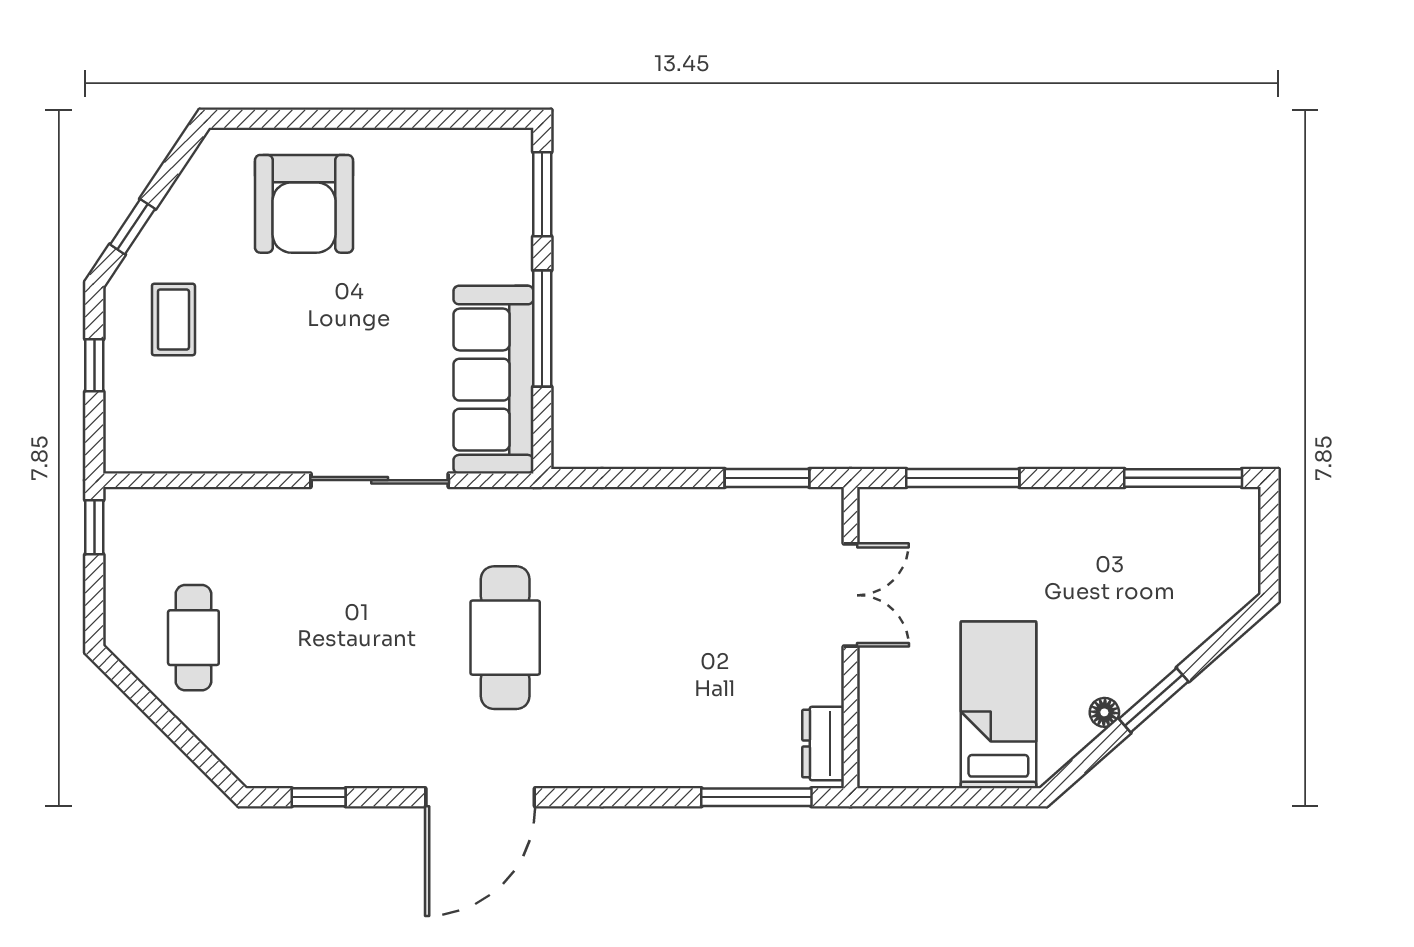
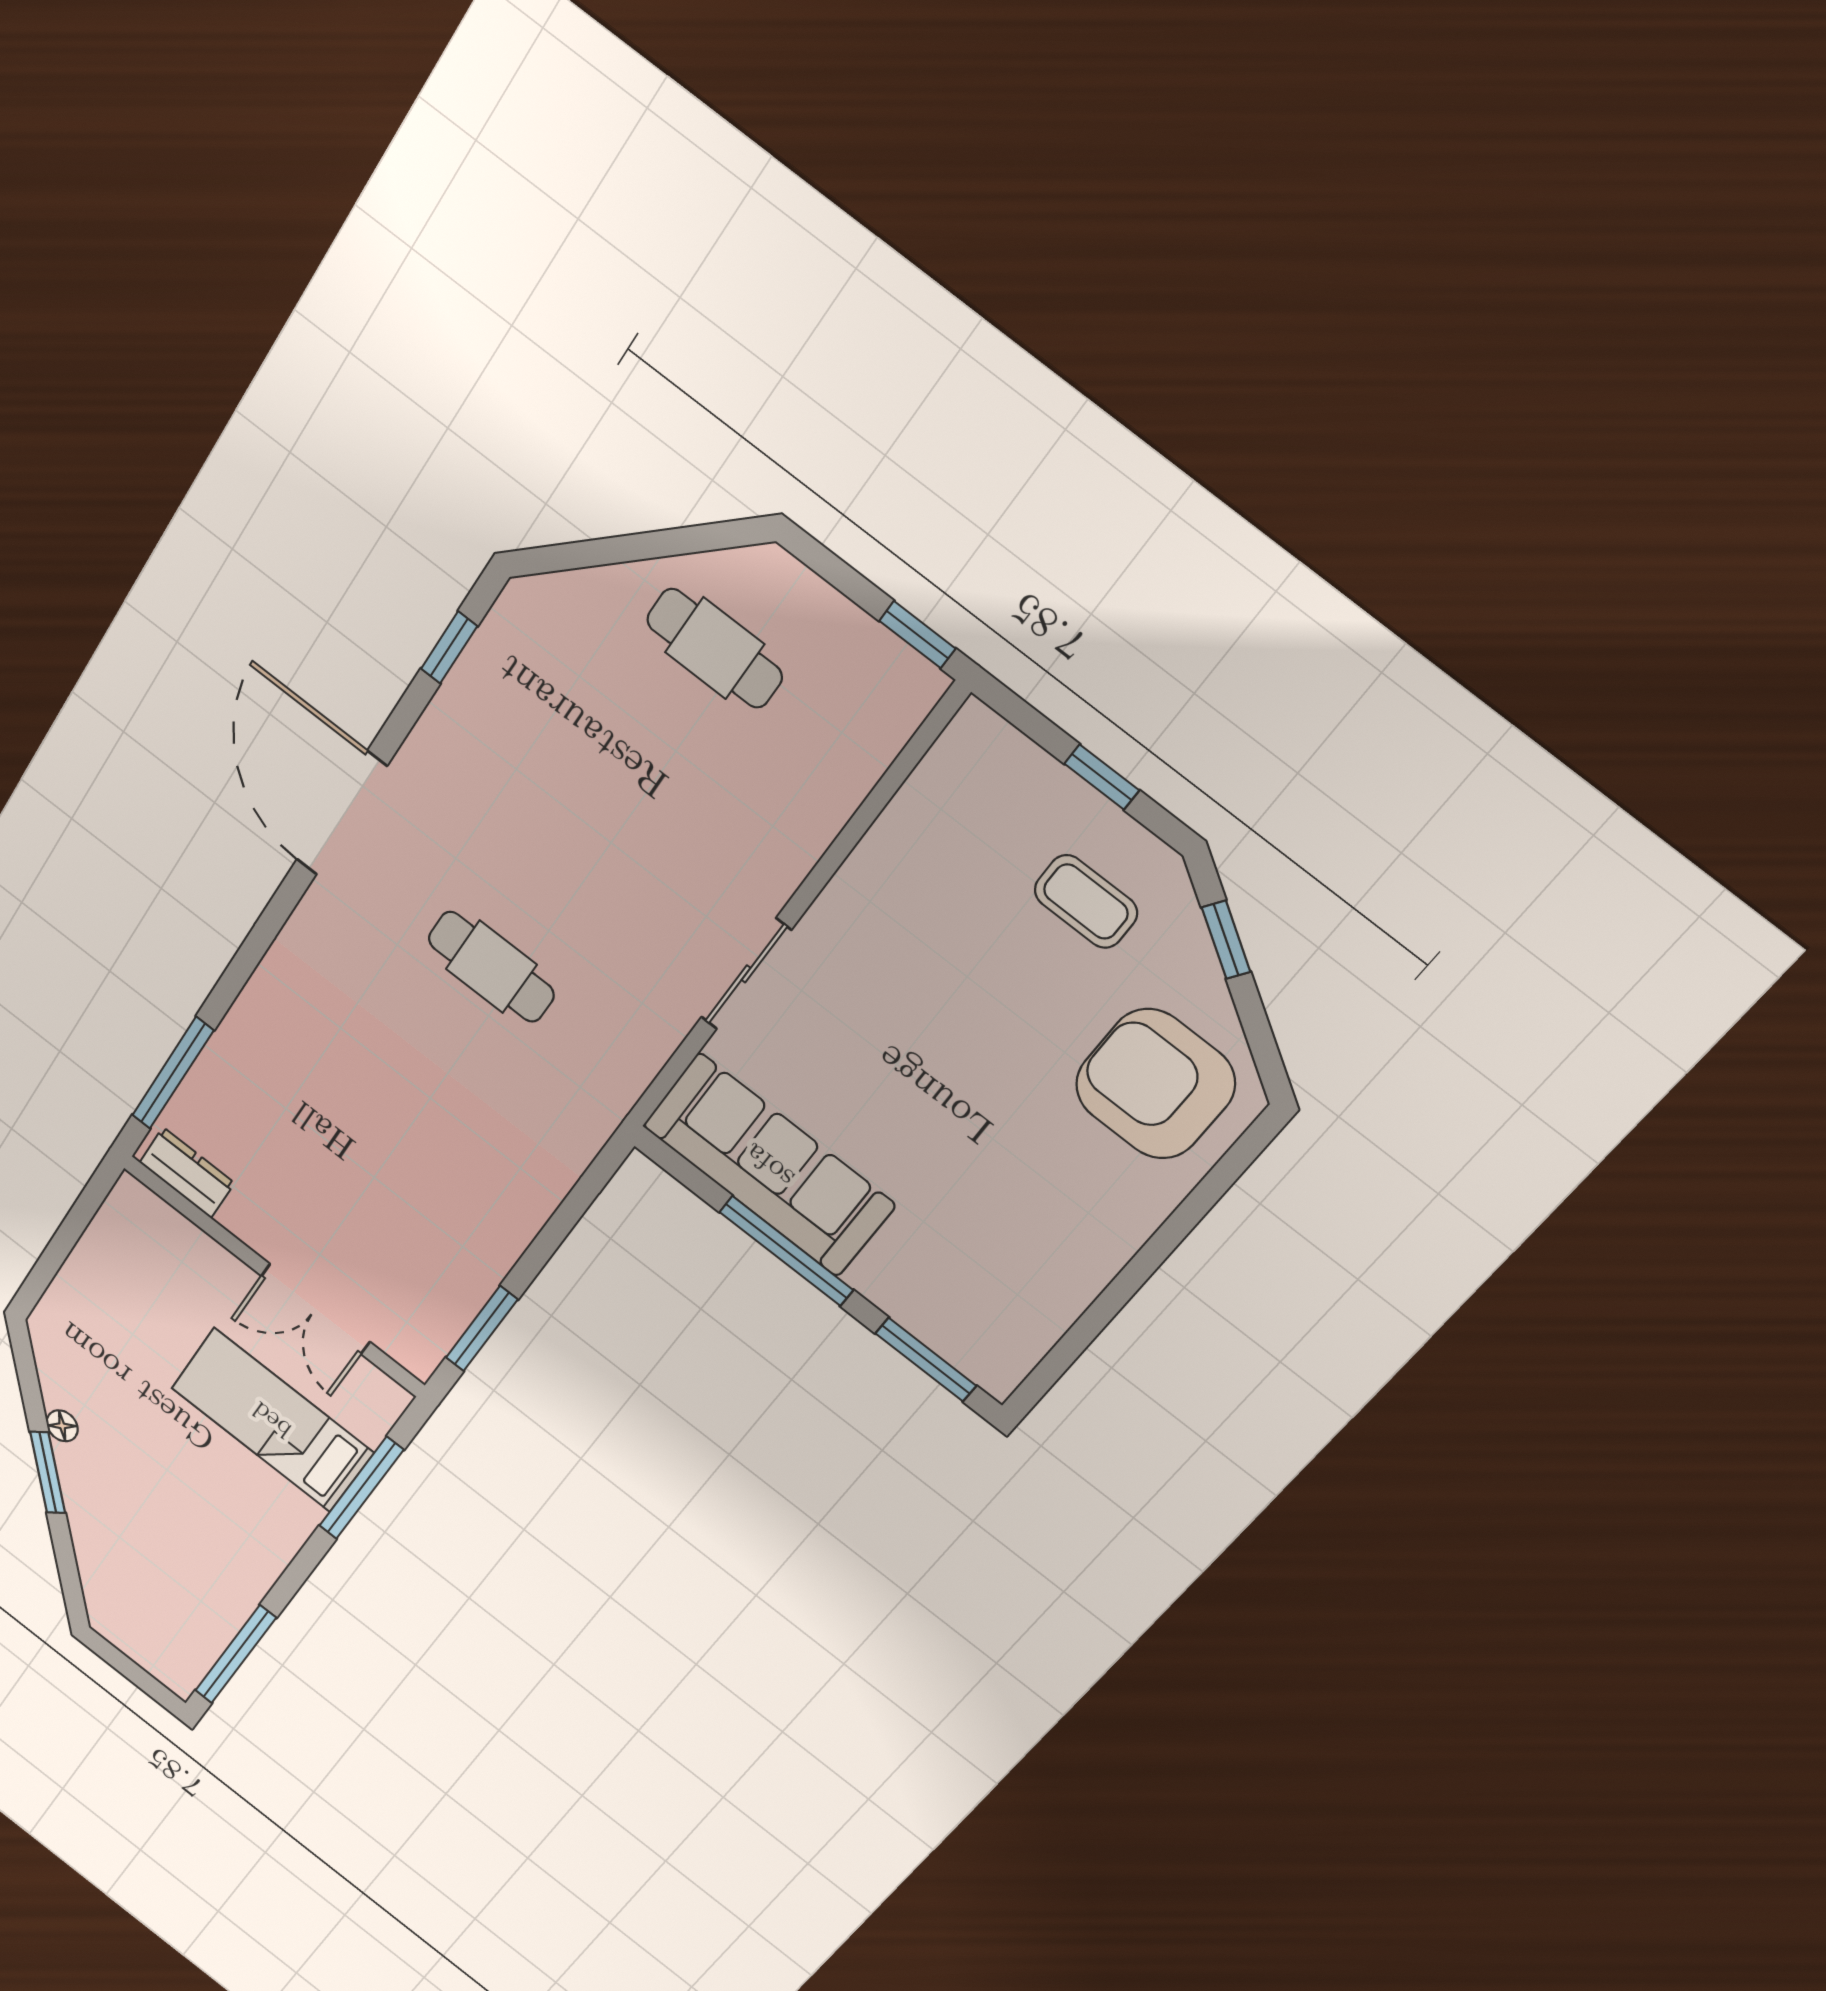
armchair: (304, 204) -> (1155, 1084), moved
sliding door: (380, 480) -> (746, 974), width x0.73
cafe table: (505, 638) -> (491, 967), width x0.73, depth x0.74
bed: (998, 705) -> (272, 1420), moved, turned 180

